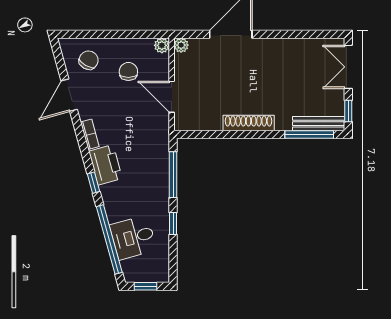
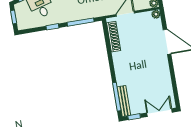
shoe rack: (249, 123) -> (114, 37), moved

